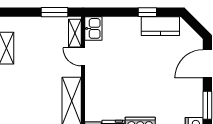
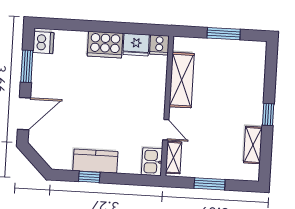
window: (55, 12) -> (210, 184), moved
kitchen counter: (160, 26) -> (95, 161), moved

